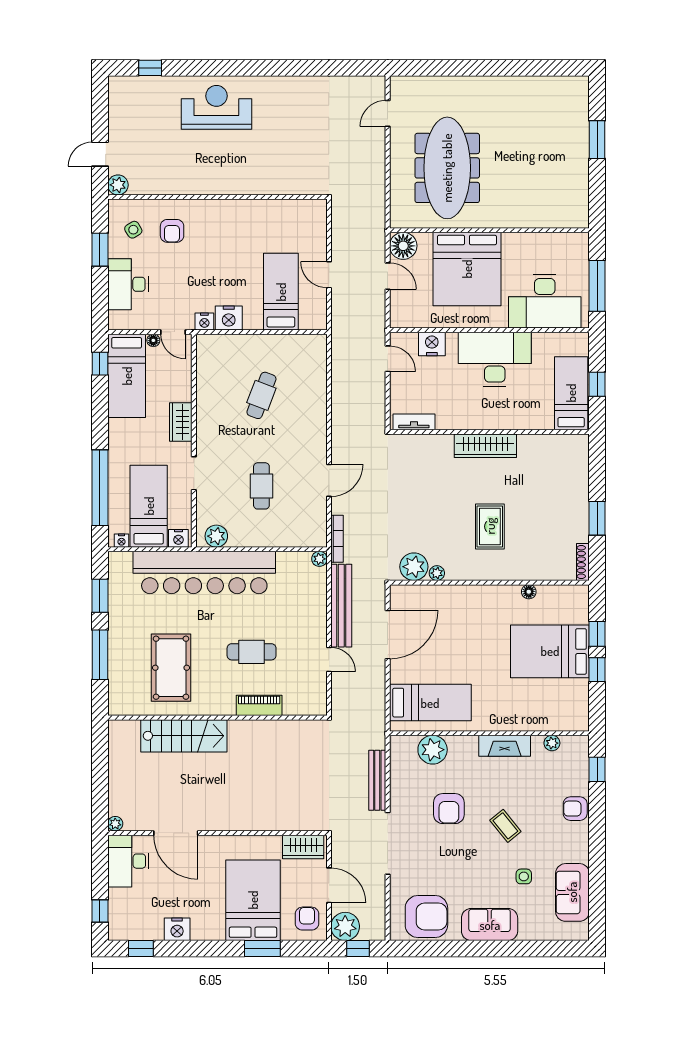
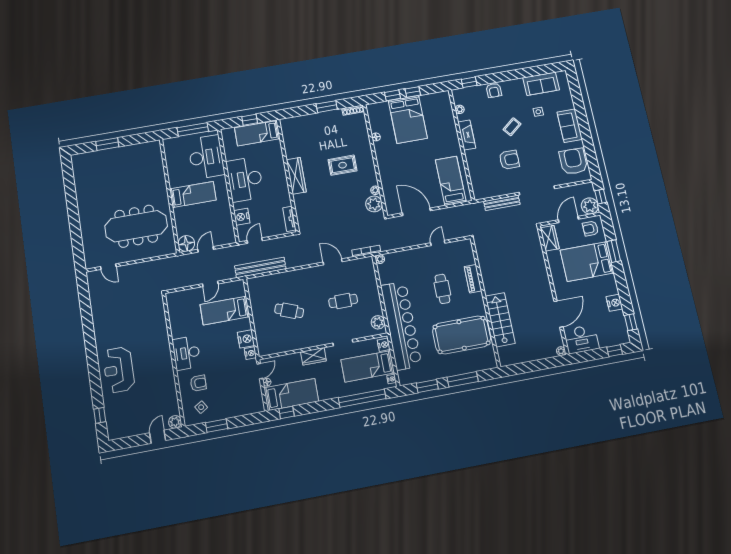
door: (100, 154) -> (158, 437), swing flipped
bed: (467, 269) -> (193, 194), width x0.49
desk: (128, 284) -> (186, 353), moved, turned 90
bench: (341, 606) -> (260, 267), moved
pool table: (171, 668) -> (462, 335), width x1.36, depth x1.32
plant: (433, 750) -> (478, 175), removed

